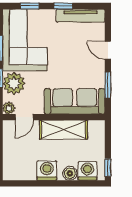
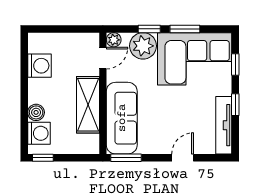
window: (108, 85) -> (126, 158), moved
door: (24, 117) -> (103, 58), swing flipped
washing machine: (47, 170) -> (39, 66), moved

